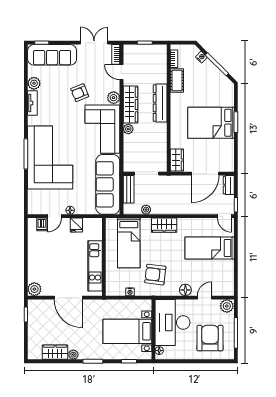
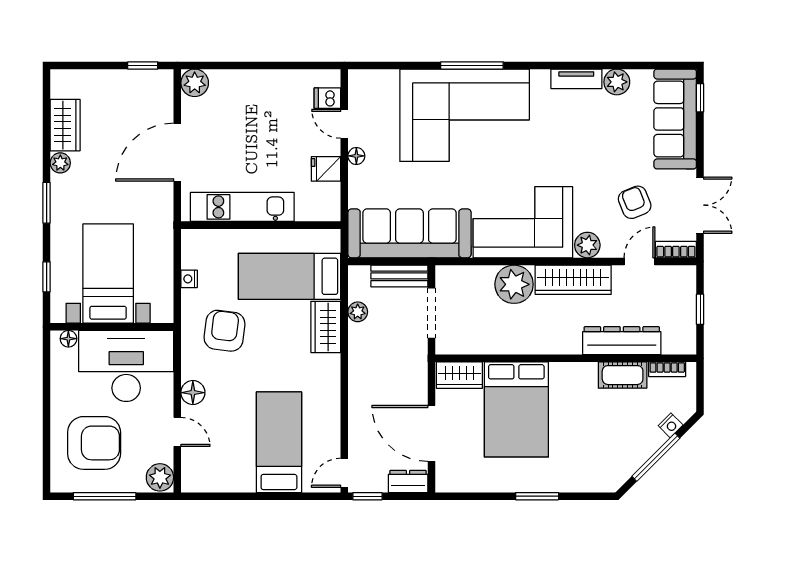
armchair: (80, 93) -> (635, 202), moved
dresser: (160, 103) -> (622, 341), moved
bed: (211, 123) -> (516, 409), moved, turned 180
plant: (128, 129) -> (514, 284), width x1.87, depth x1.87
wardrobe: (164, 225) -> (326, 327), moved

